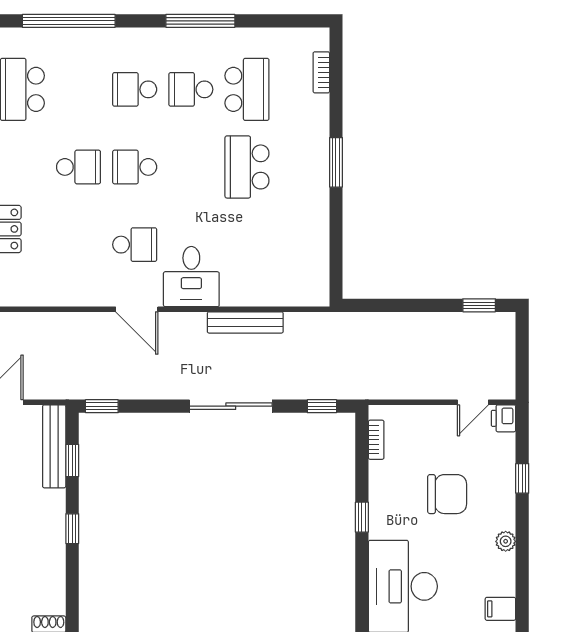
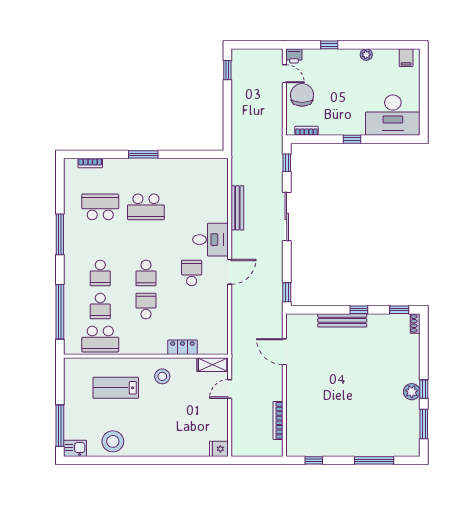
school desk: (191, 89) -> (100, 306), moved
bench: (54, 446) -> (342, 320), moved
window: (72, 461) -> (399, 310), moved
chair: (447, 494) -> (302, 95), moved

